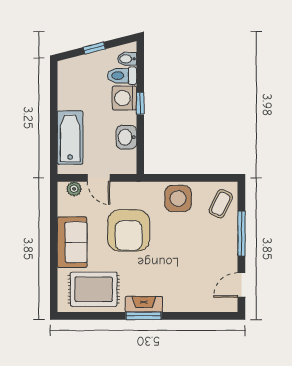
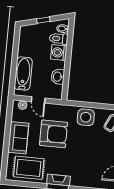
window: (140, 103) -> (68, 57), removed
armchair: (129, 230) -> (54, 134), turned -90

